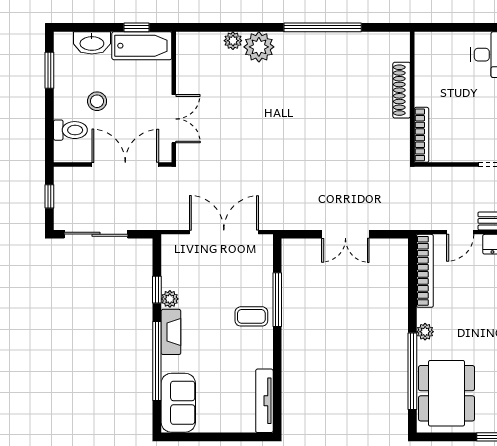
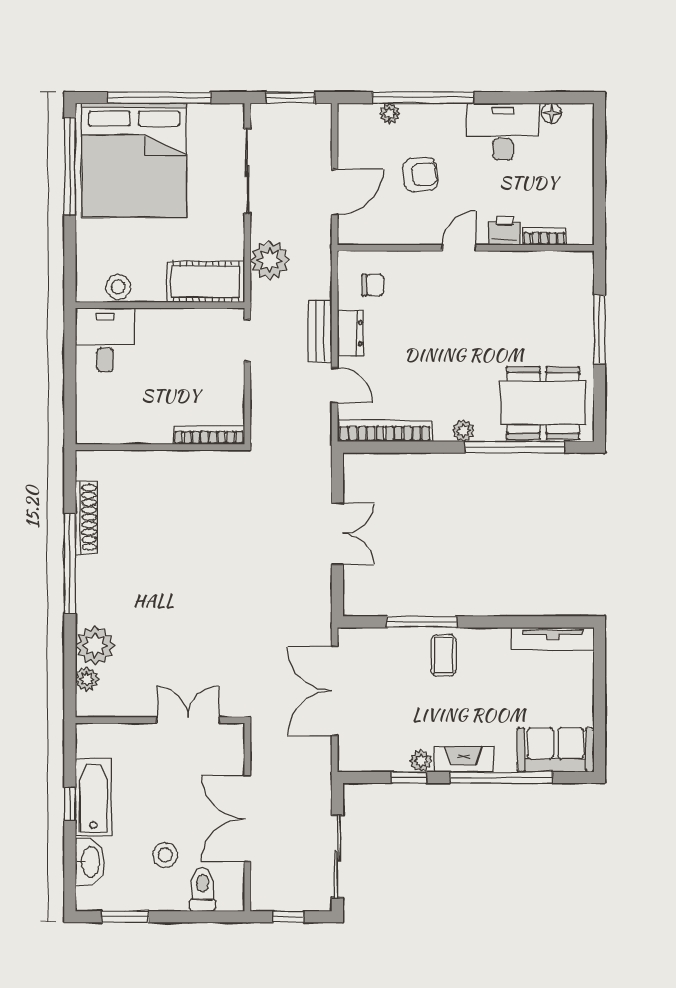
shoe rack: (402, 90) -> (86, 517), moved, turned -90
wall: (174, 97) -> (160, 720), moved
double door: (174, 119) -> (188, 720), moved

